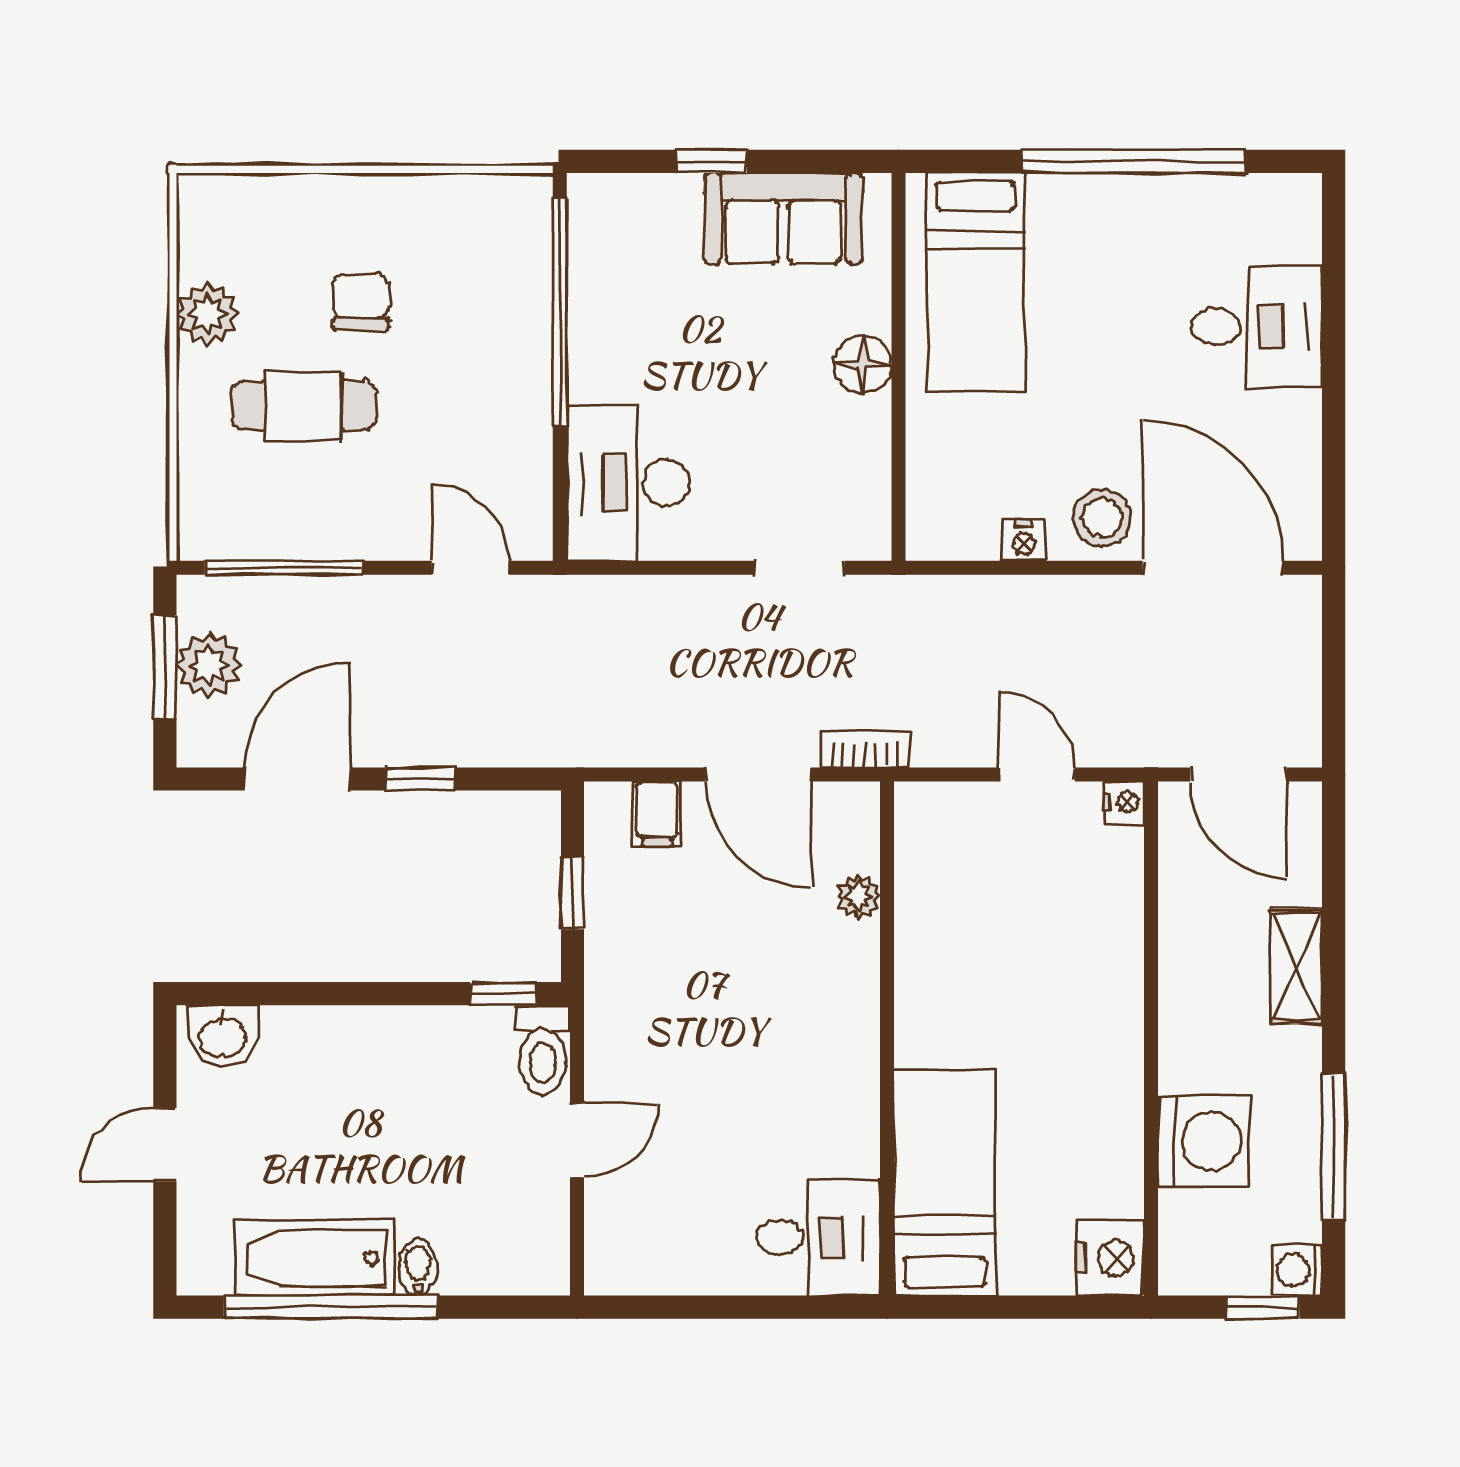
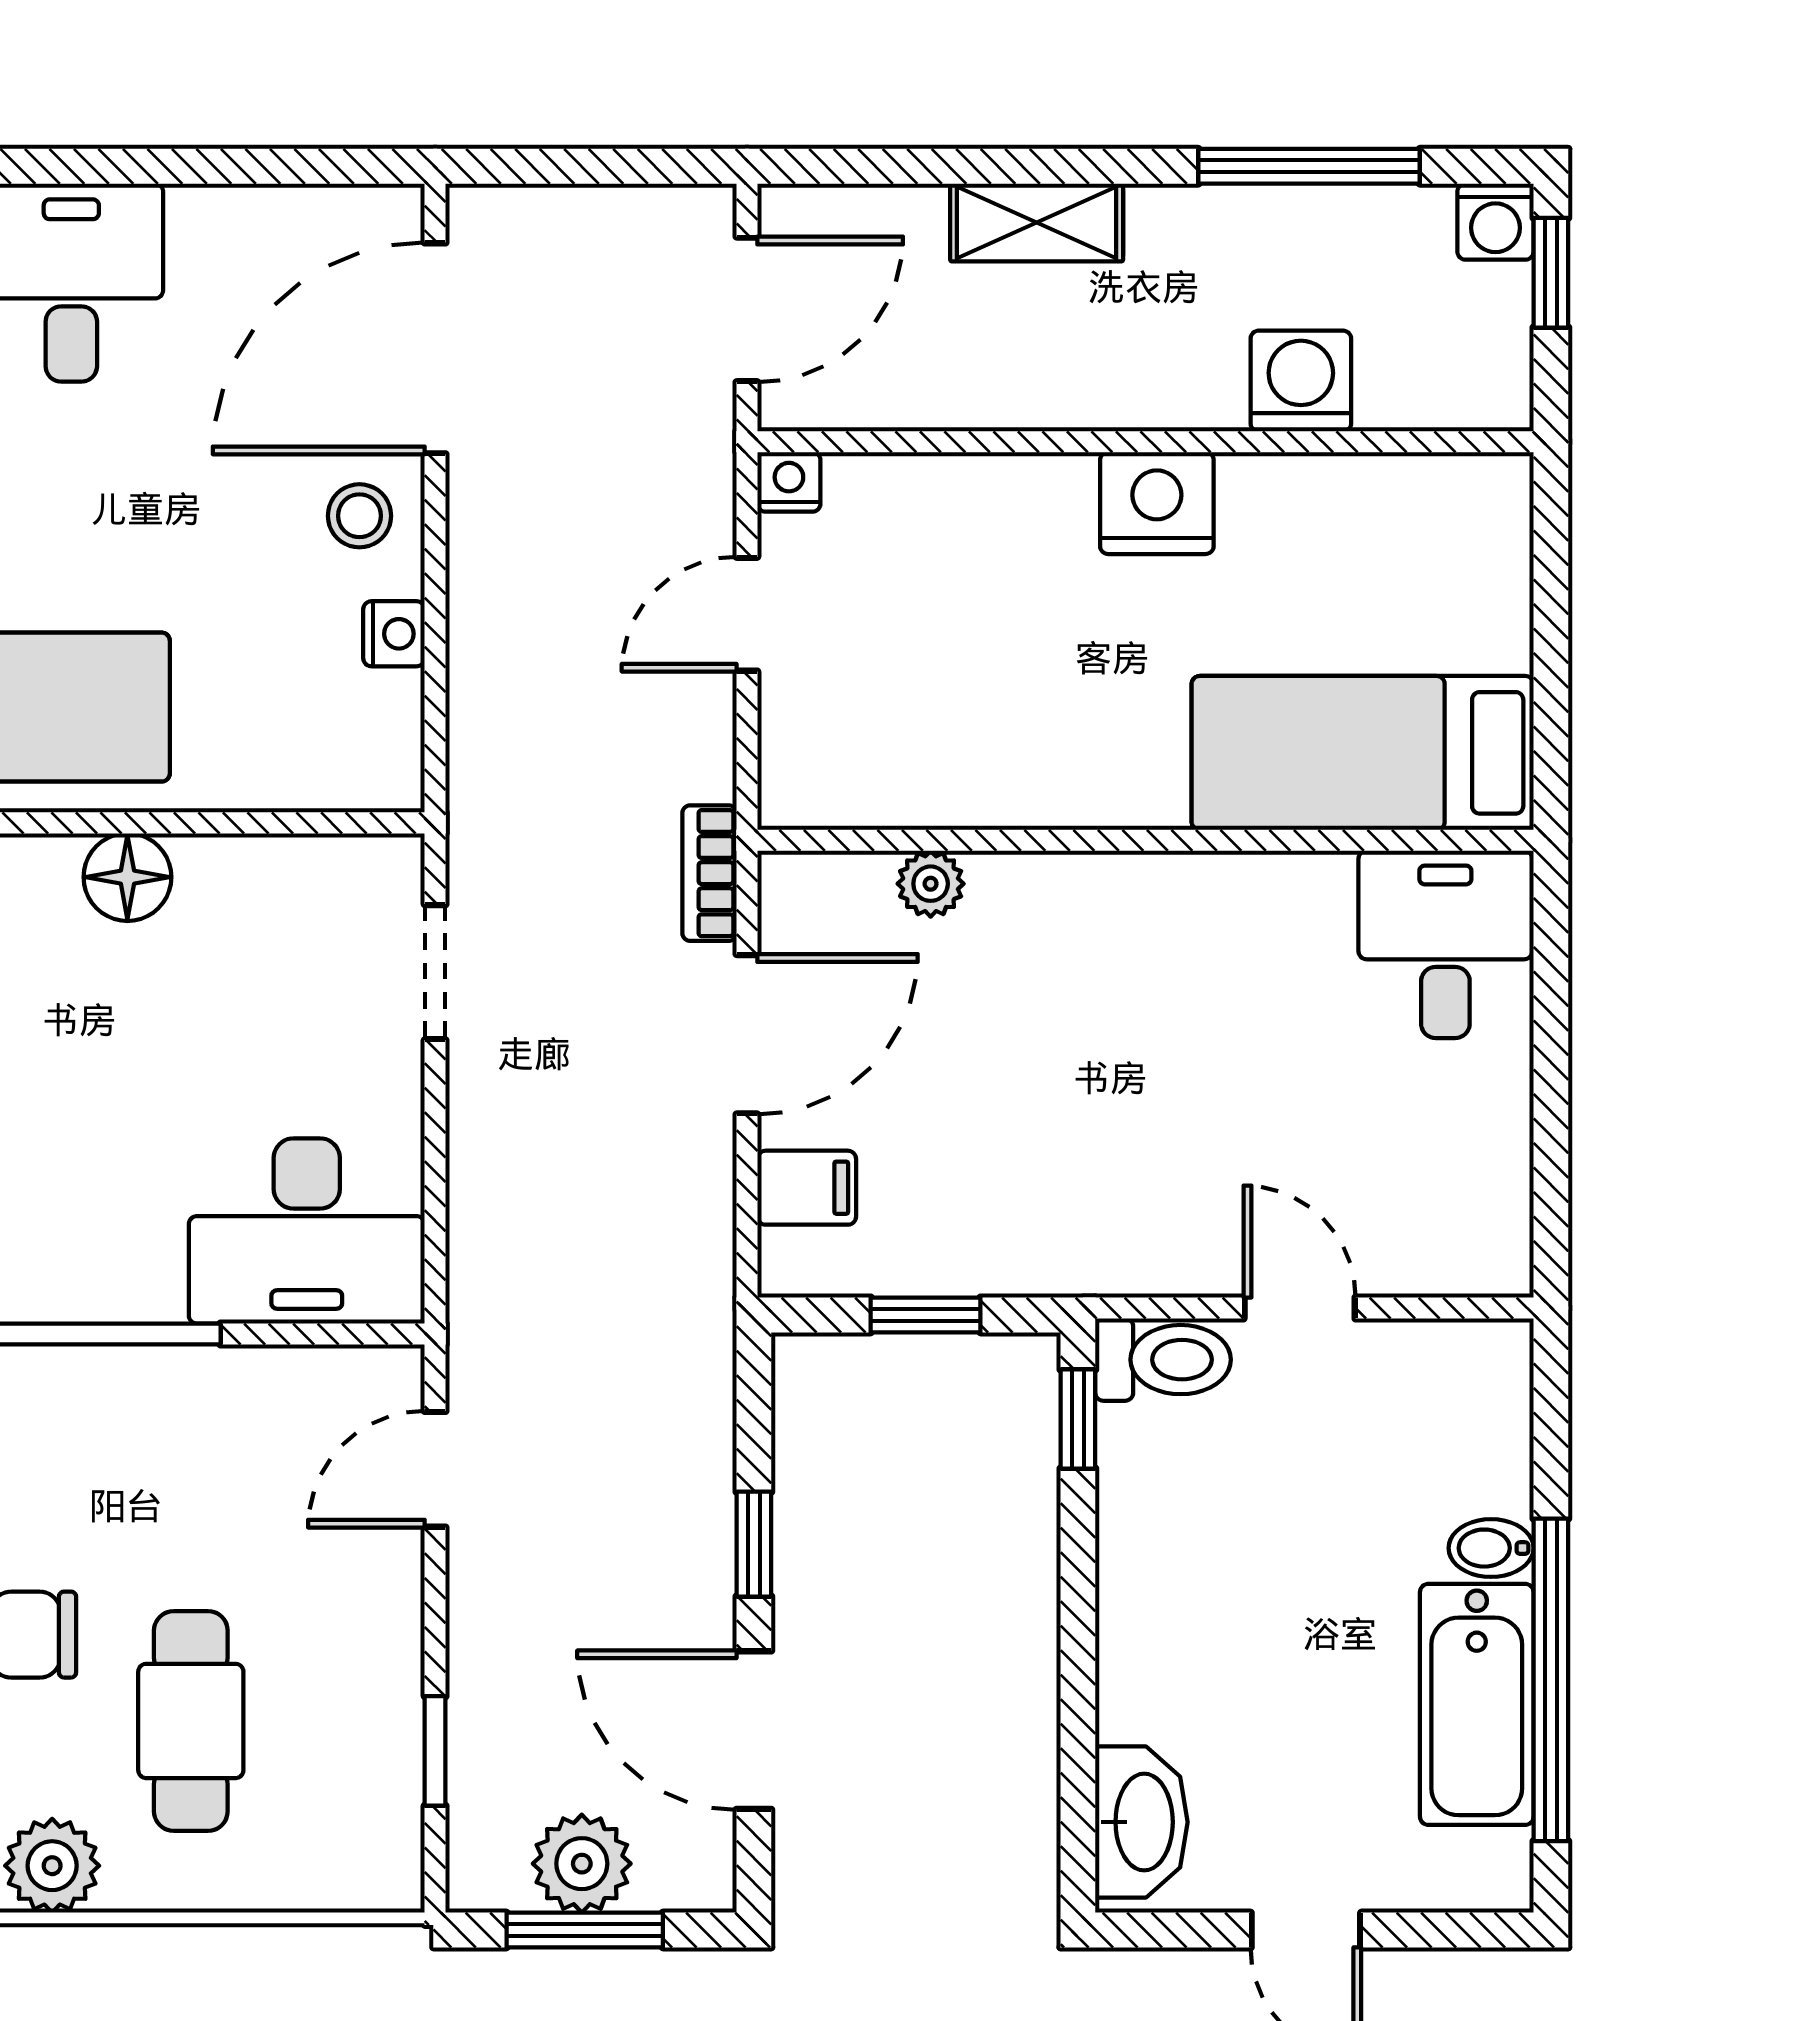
stool: (1102, 518) -> (359, 516), width x0.73, depth x0.73
window: (284, 568) -> (435, 1751), width x0.46
washbasin: (223, 1036) -> (1141, 1822), width x1.38
washing machine: (1204, 1141) -> (1301, 381), width x0.73, depth x0.73
nightstand: (1110, 1258) -> (1157, 503), moved

